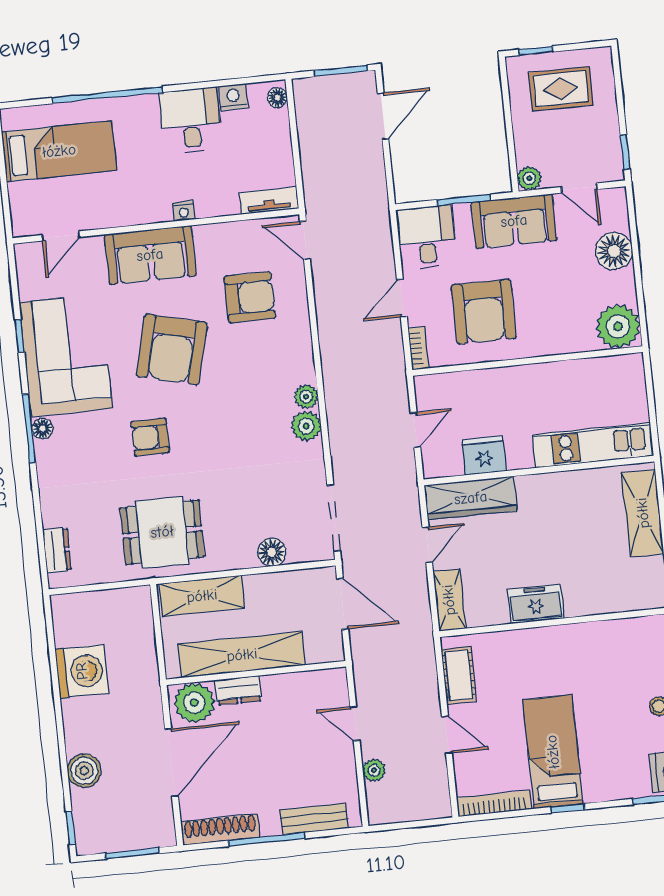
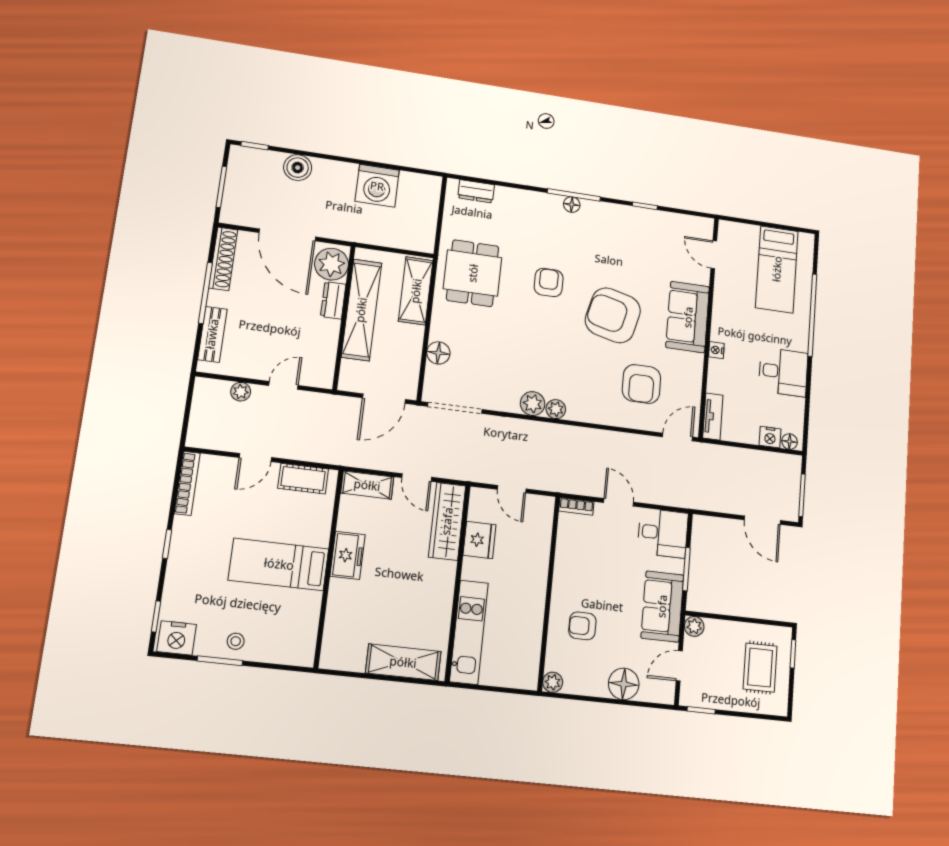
nightstand: (233, 97) -> (770, 437), moved, turned 90
armchair: (484, 312) -> (582, 626), moved, width x0.53, depth x0.53
plant: (618, 326) -> (553, 682), width x0.53, depth x0.53
corner sofa: (66, 355) -> (624, 236), removed
bed: (553, 752) -> (279, 564), moved, turned 180

